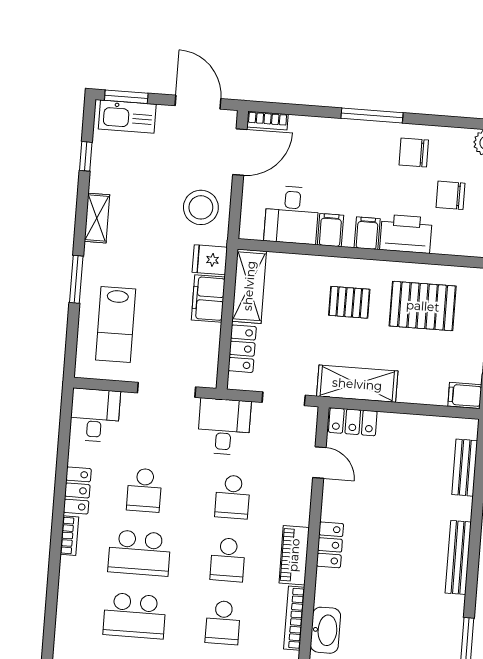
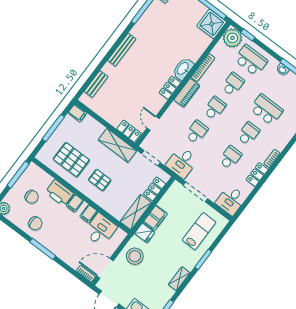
school desk: (139, 553) -> (248, 134), width x0.54
washbasin: (325, 630) -> (183, 69), moved

